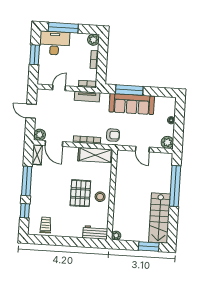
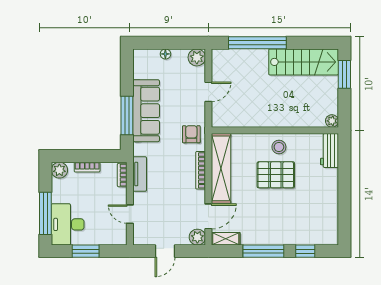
shelving: (95, 155) -> (221, 168), width x1.47
trolley: (46, 225) -> (323, 221), removed

